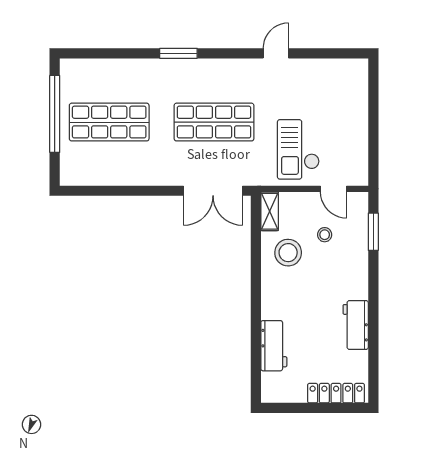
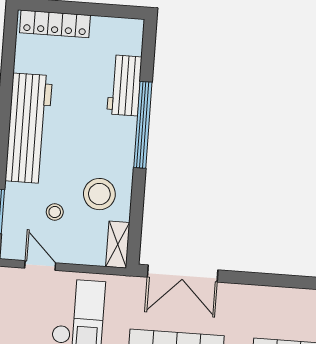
double door: (213, 191) -> (183, 274), swing flipped
window: (256, 314) -> (143, 125), added
workbench: (356, 325) -> (29, 128), width x1.88, depth x1.32

